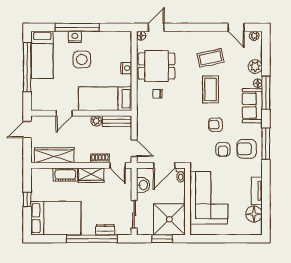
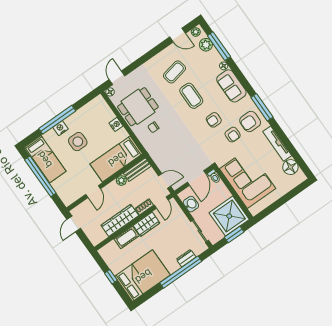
plant: (255, 67) -> (206, 45), moved
window: (266, 93) -> (219, 46), moved
wardrobe: (54, 155) -> (120, 220), moved
door: (118, 165) -> (161, 203), hinge flipped
tv unit: (257, 191) -> (277, 144), width x1.41

